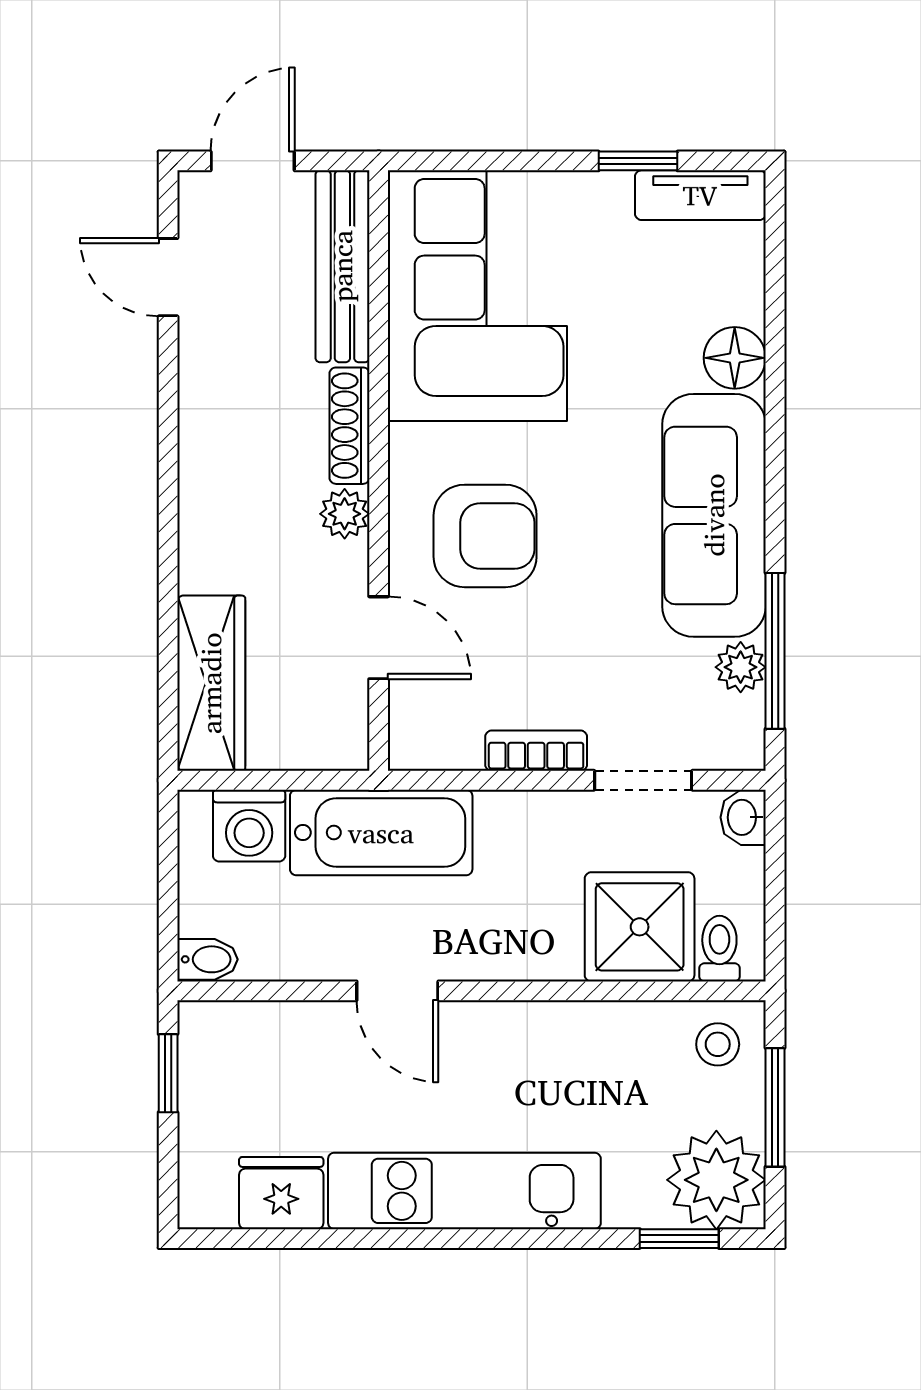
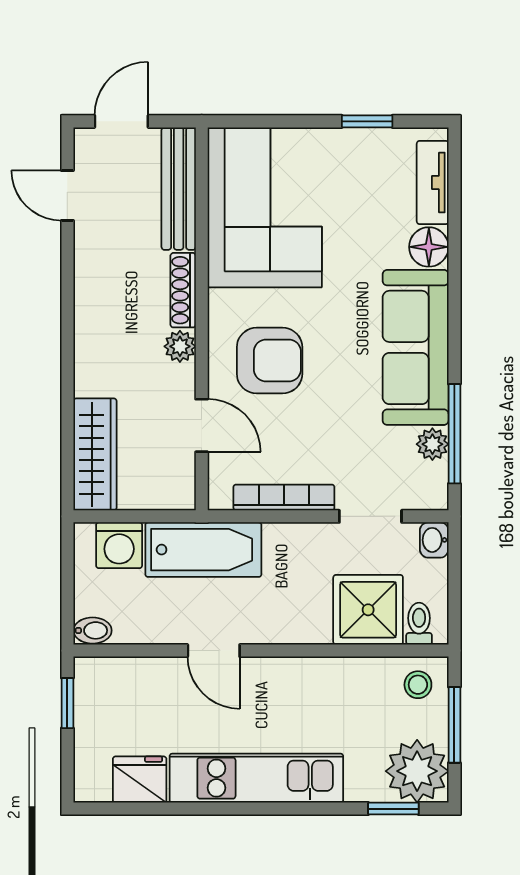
tv unit: (700, 195) -> (433, 182), moved, turned 90
bookcase: (536, 751) -> (284, 497), width x1.56

